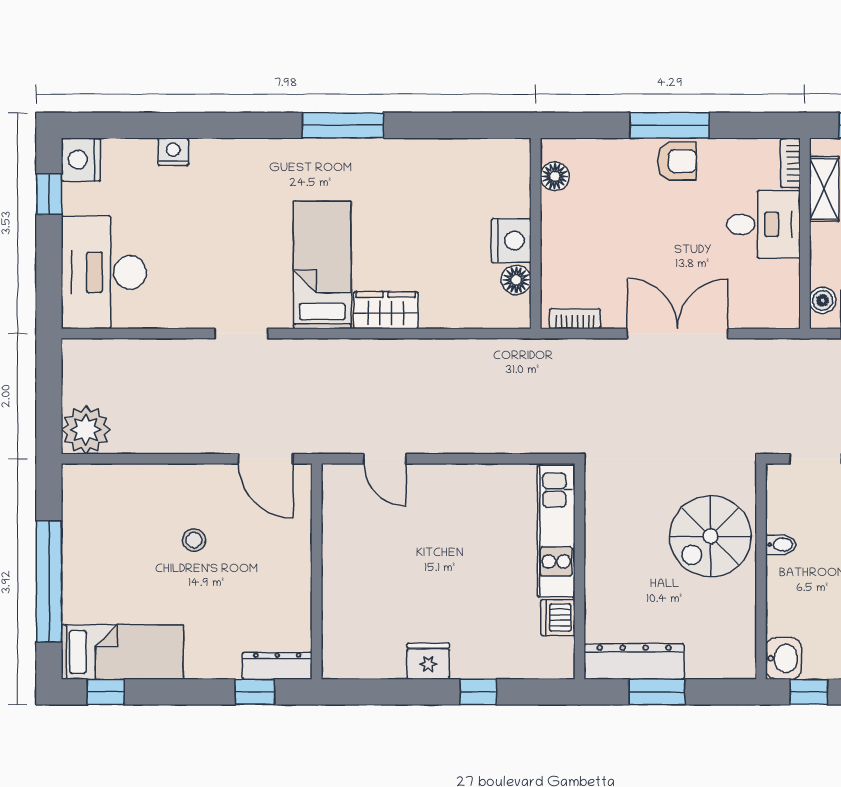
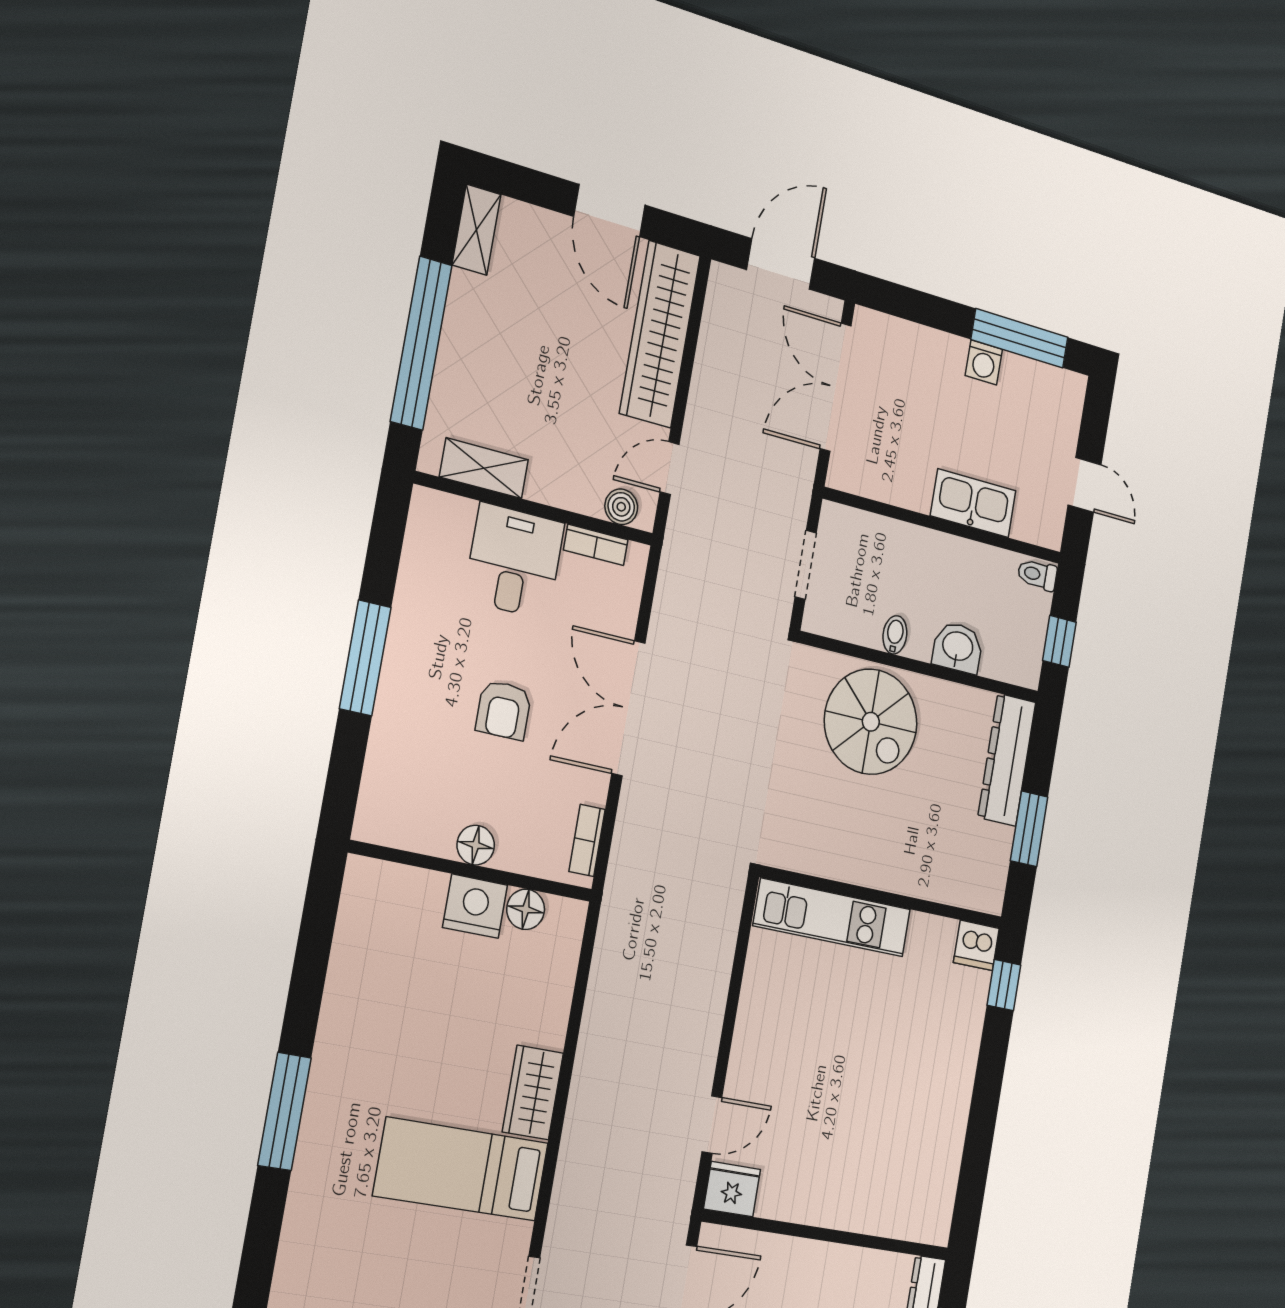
armchair: (677, 161) -> (504, 710), moved, turned 180
bookcase: (790, 163) -> (596, 545), moved
floor lamp: (555, 176) -> (476, 845), moved
dishwasher: (558, 618) -> (976, 945), moved
washbasin: (783, 658) -> (958, 647), moved
fridge: (428, 661) -> (732, 1189), moved, turned 90
dresser: (634, 662) -> (1007, 760), moved
window: (478, 692) -> (1004, 985), moved

